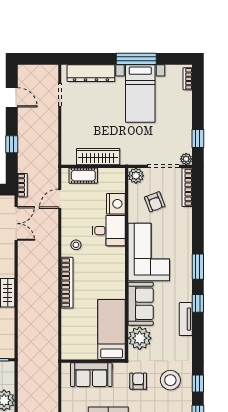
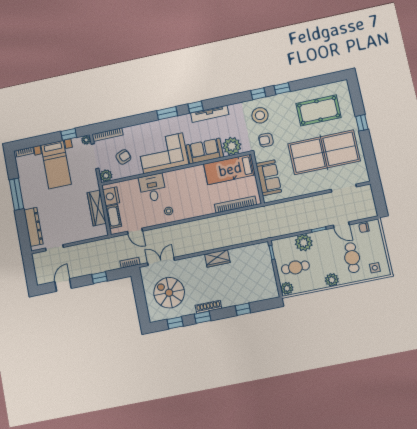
bed with nightstands: (140, 94) -> (56, 165), moved, turned 90
nightstand: (116, 204) -> (111, 196), moved, turned -90
bookcase: (67, 283) -> (235, 204), moved
tv unit: (186, 319) -> (210, 114), width x1.41

